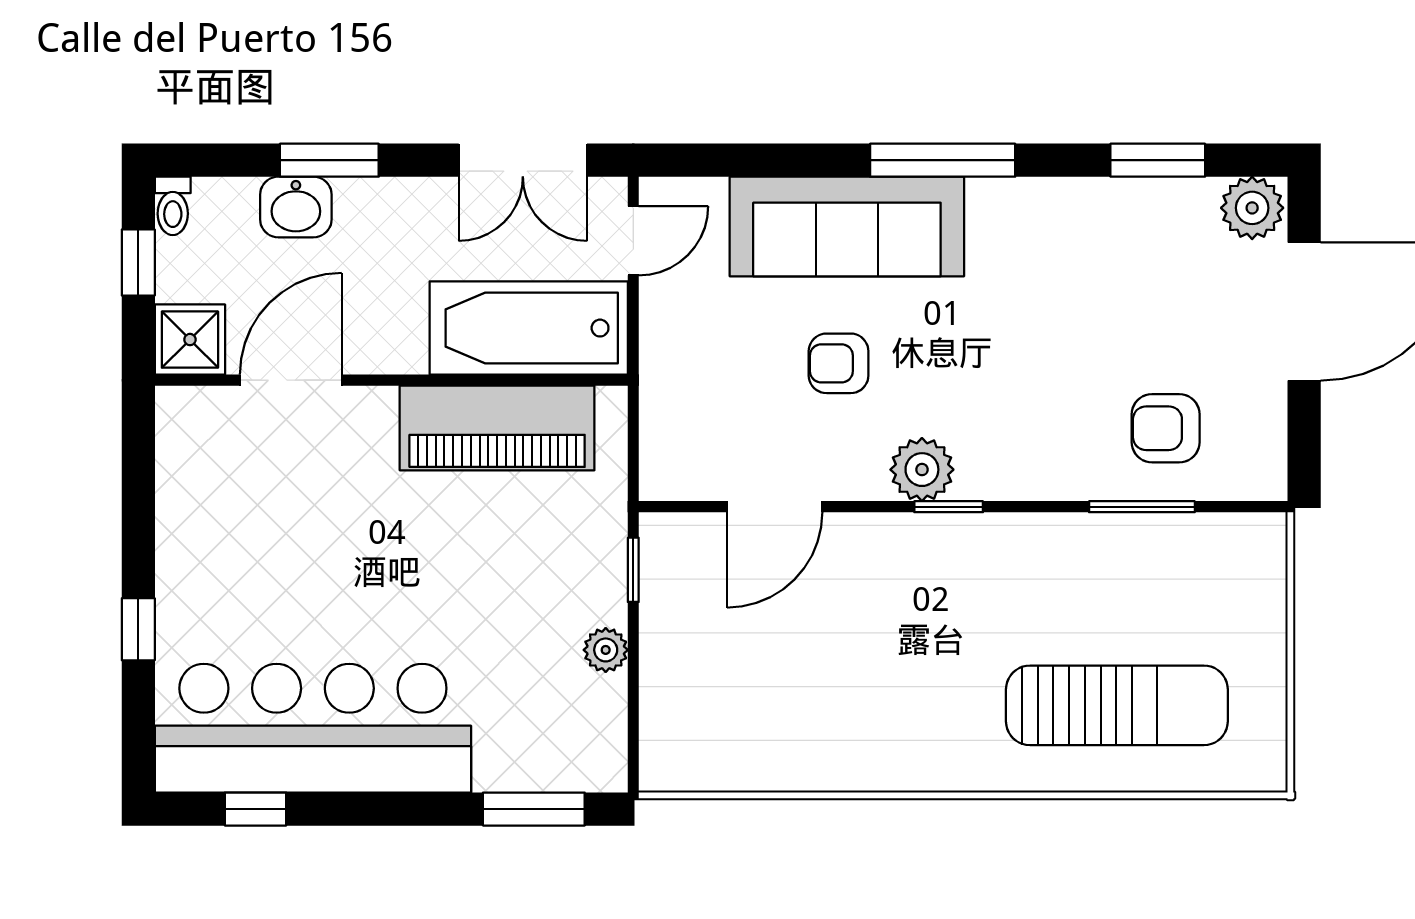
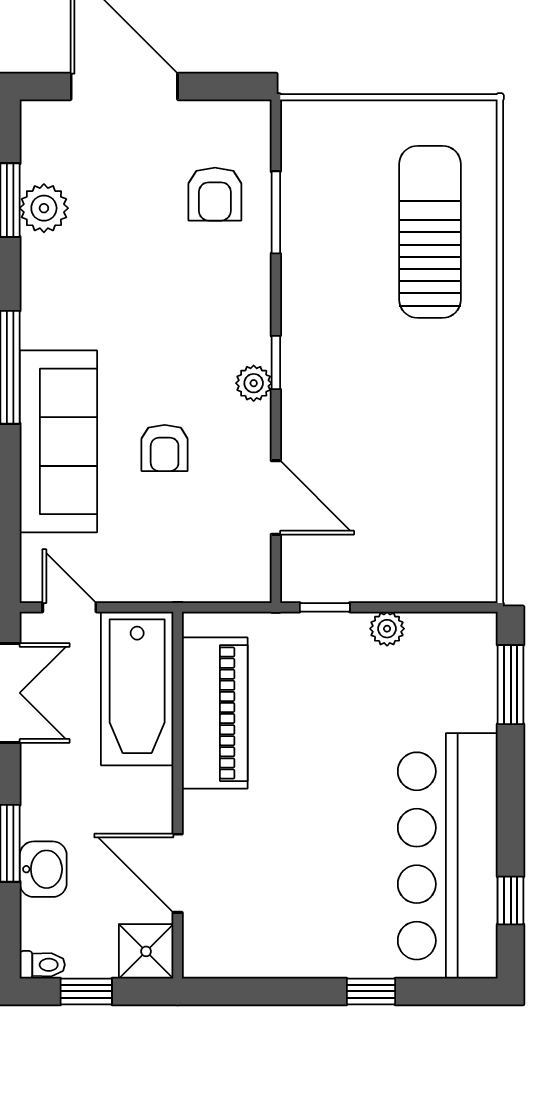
plant: (1252, 208) -> (44, 208), moved
plant: (922, 470) -> (254, 383), width x0.73, depth x0.73

